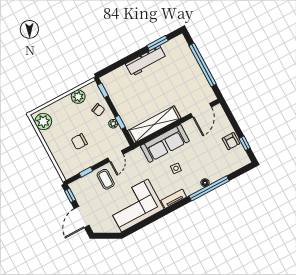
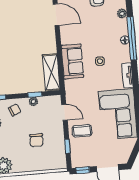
shelving: (154, 125) -> (51, 72), width x0.68
sofa: (165, 143) -> (72, 61), width x0.73
plant: (228, 170) -> (122, 13), added

